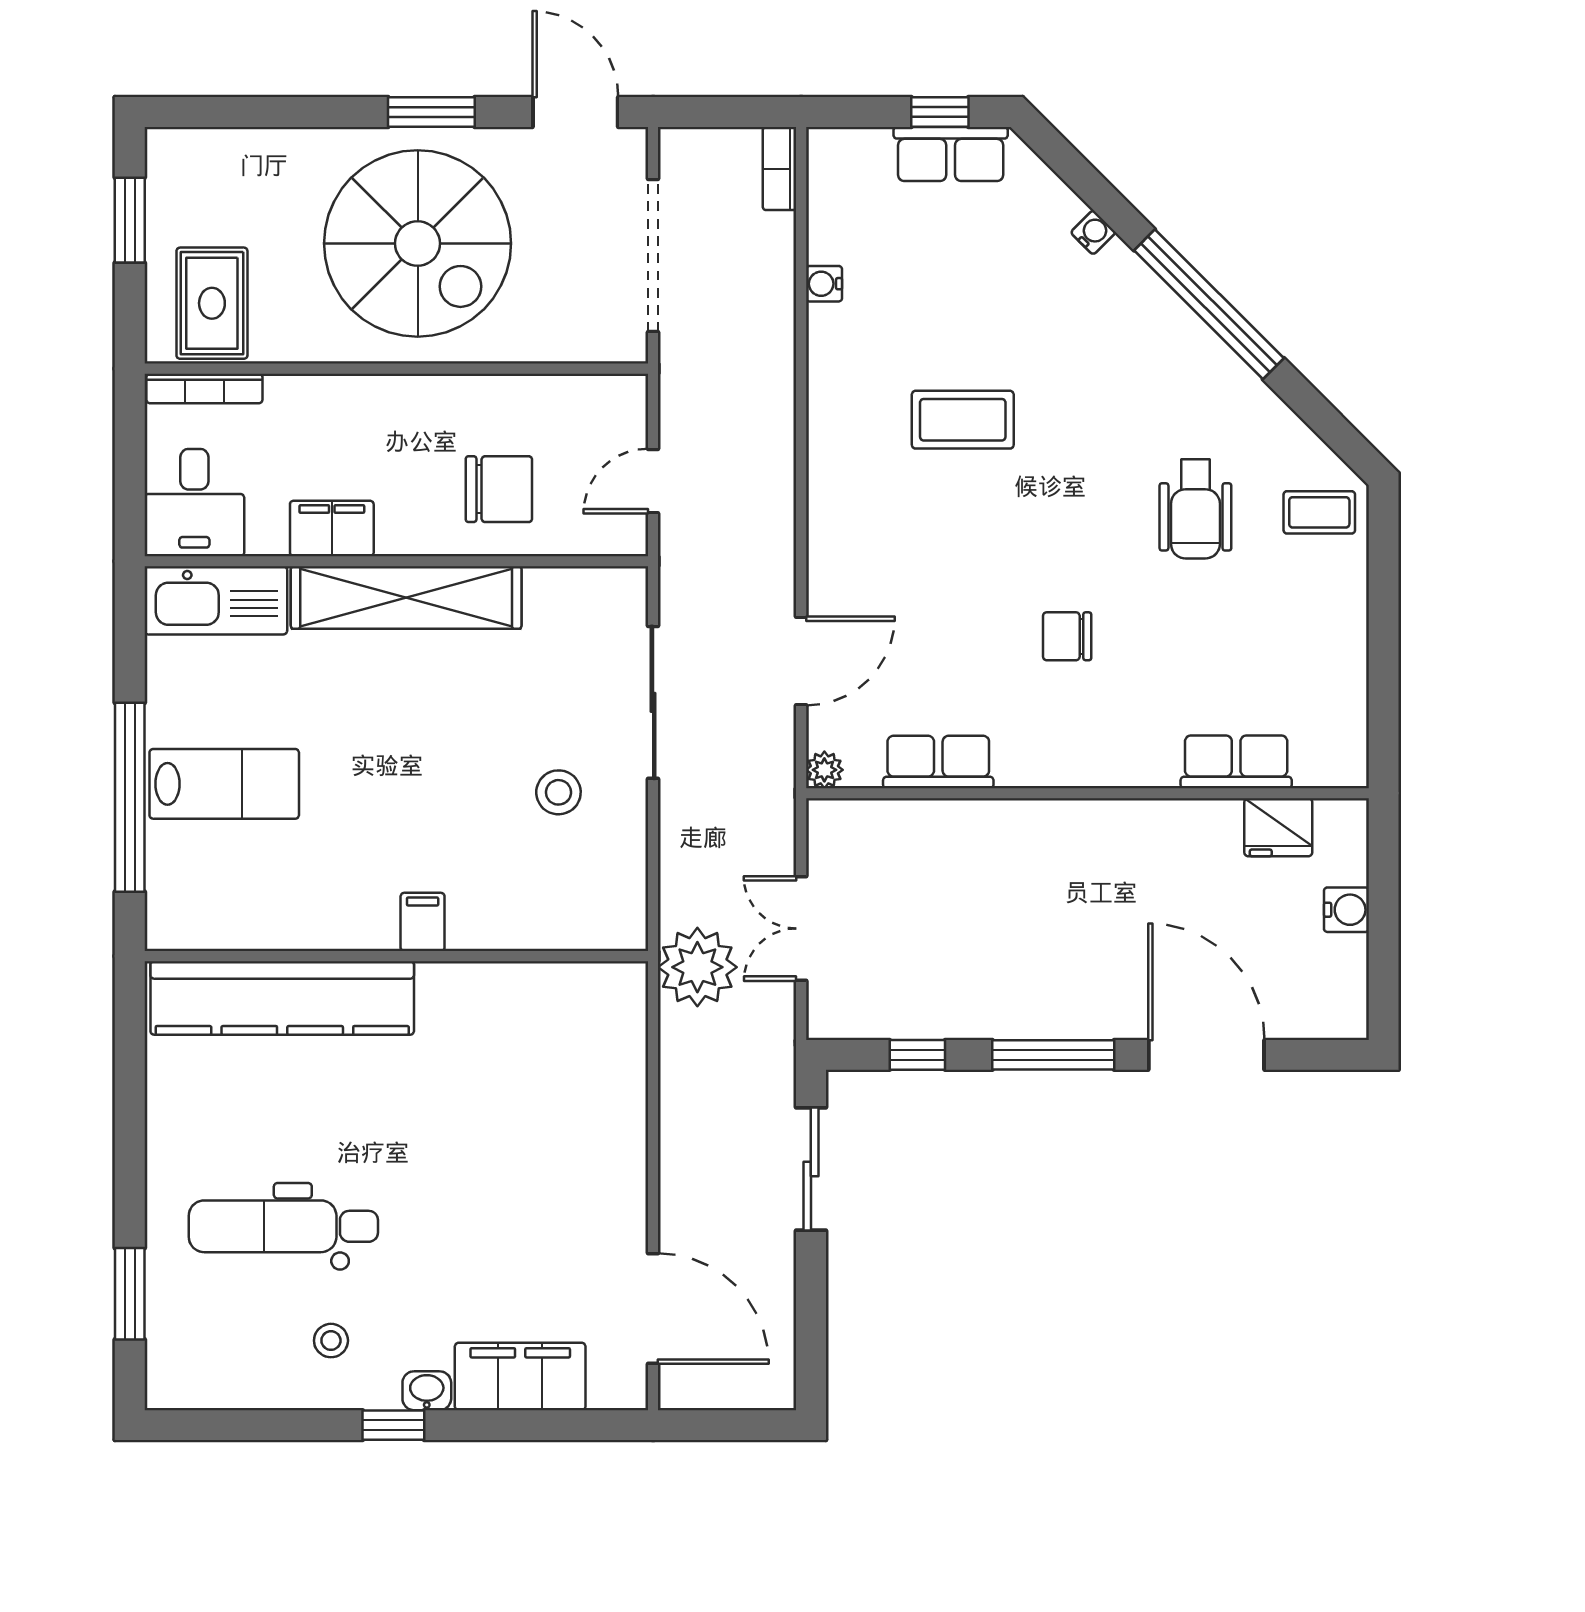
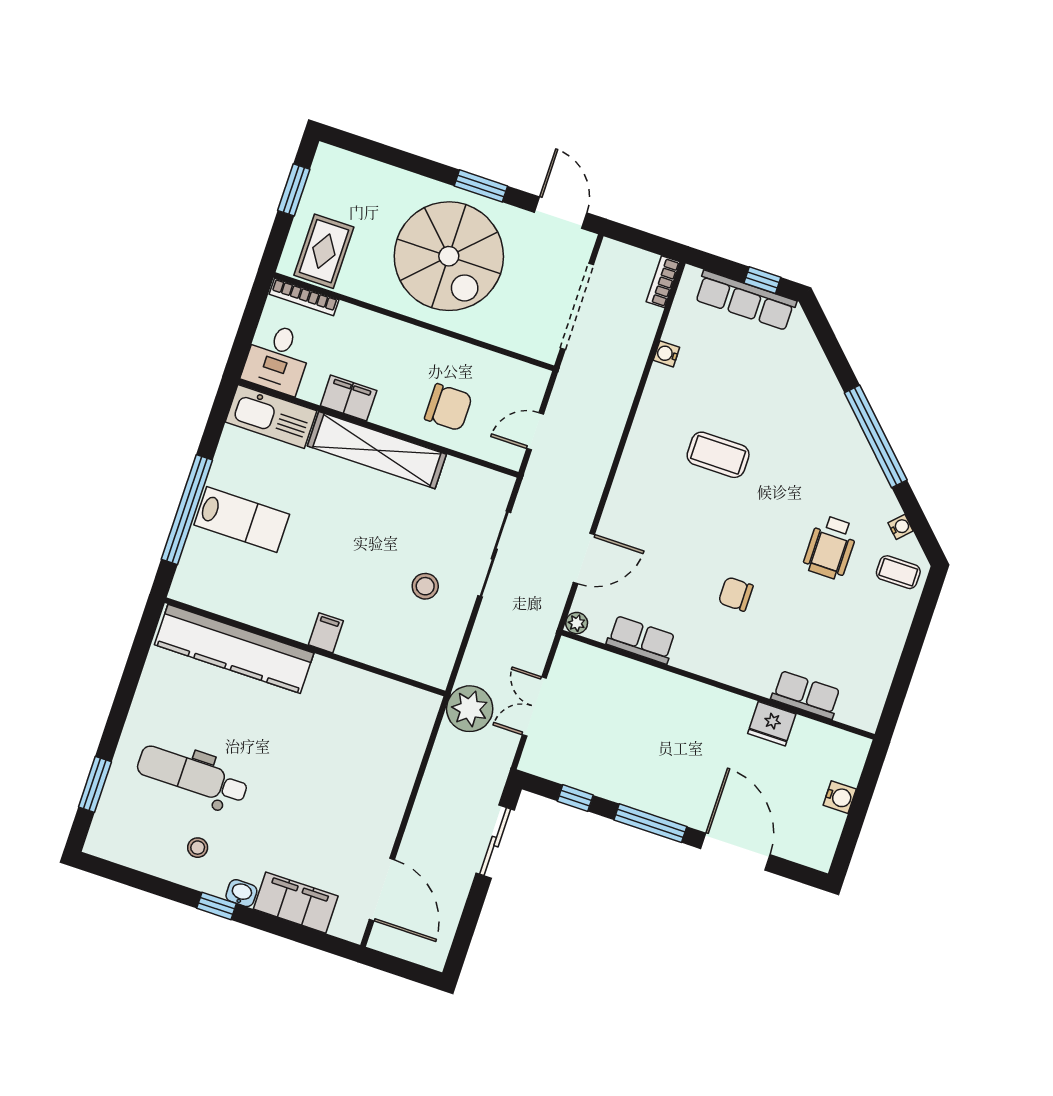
row of seats: (951, 154) -> (745, 300), width x1.48
water cooler: (1093, 232) -> (901, 527), moved
fridge: (1278, 827) -> (772, 724), moved

